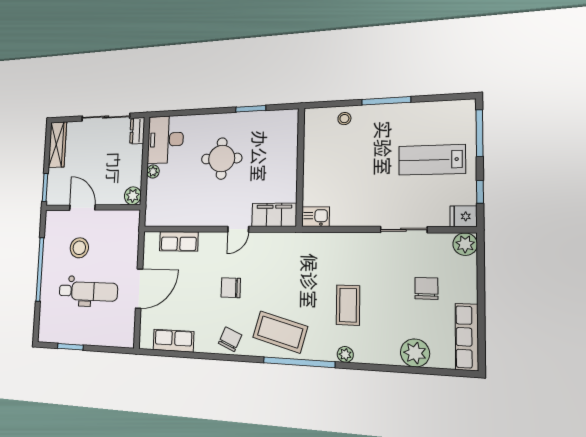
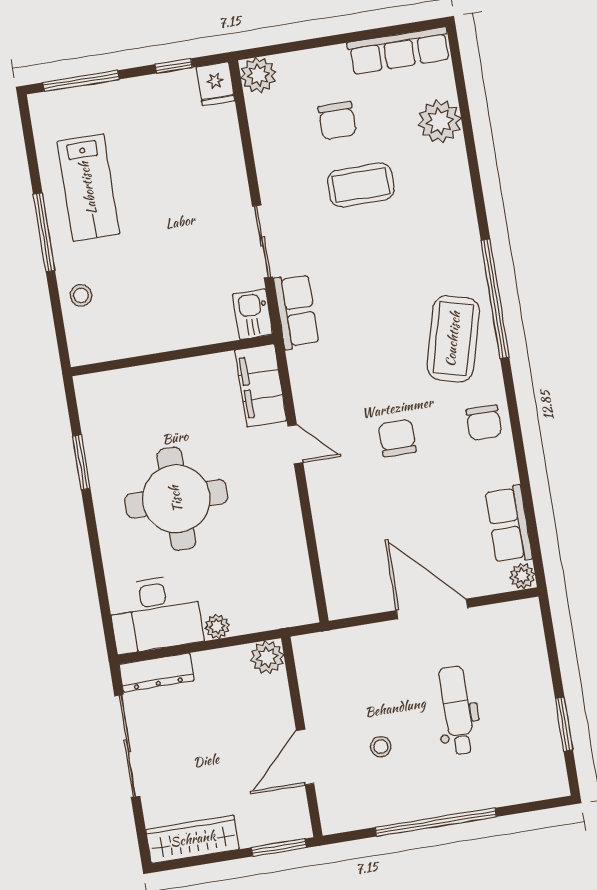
dresser: (137, 131) -> (157, 672), width x1.44
round table: (222, 159) -> (176, 499), width x1.36, depth x1.36
lab bench: (432, 160) -> (88, 188), moved
sliding door: (404, 230) -> (263, 242), moved
row of seats: (179, 241) -> (296, 311), moved
stool: (79, 248) -> (381, 747), width x0.53, depth x0.53
chair: (231, 288) -> (397, 438), turned 180
chair: (426, 288) -> (337, 121), turned -90
dental chair: (88, 291) -> (457, 710), width x0.73, depth x0.72
coffee table: (348, 305) -> (361, 185), moved
chair: (230, 339) -> (484, 423), turned -113
plant: (345, 354) -> (522, 576), moved

